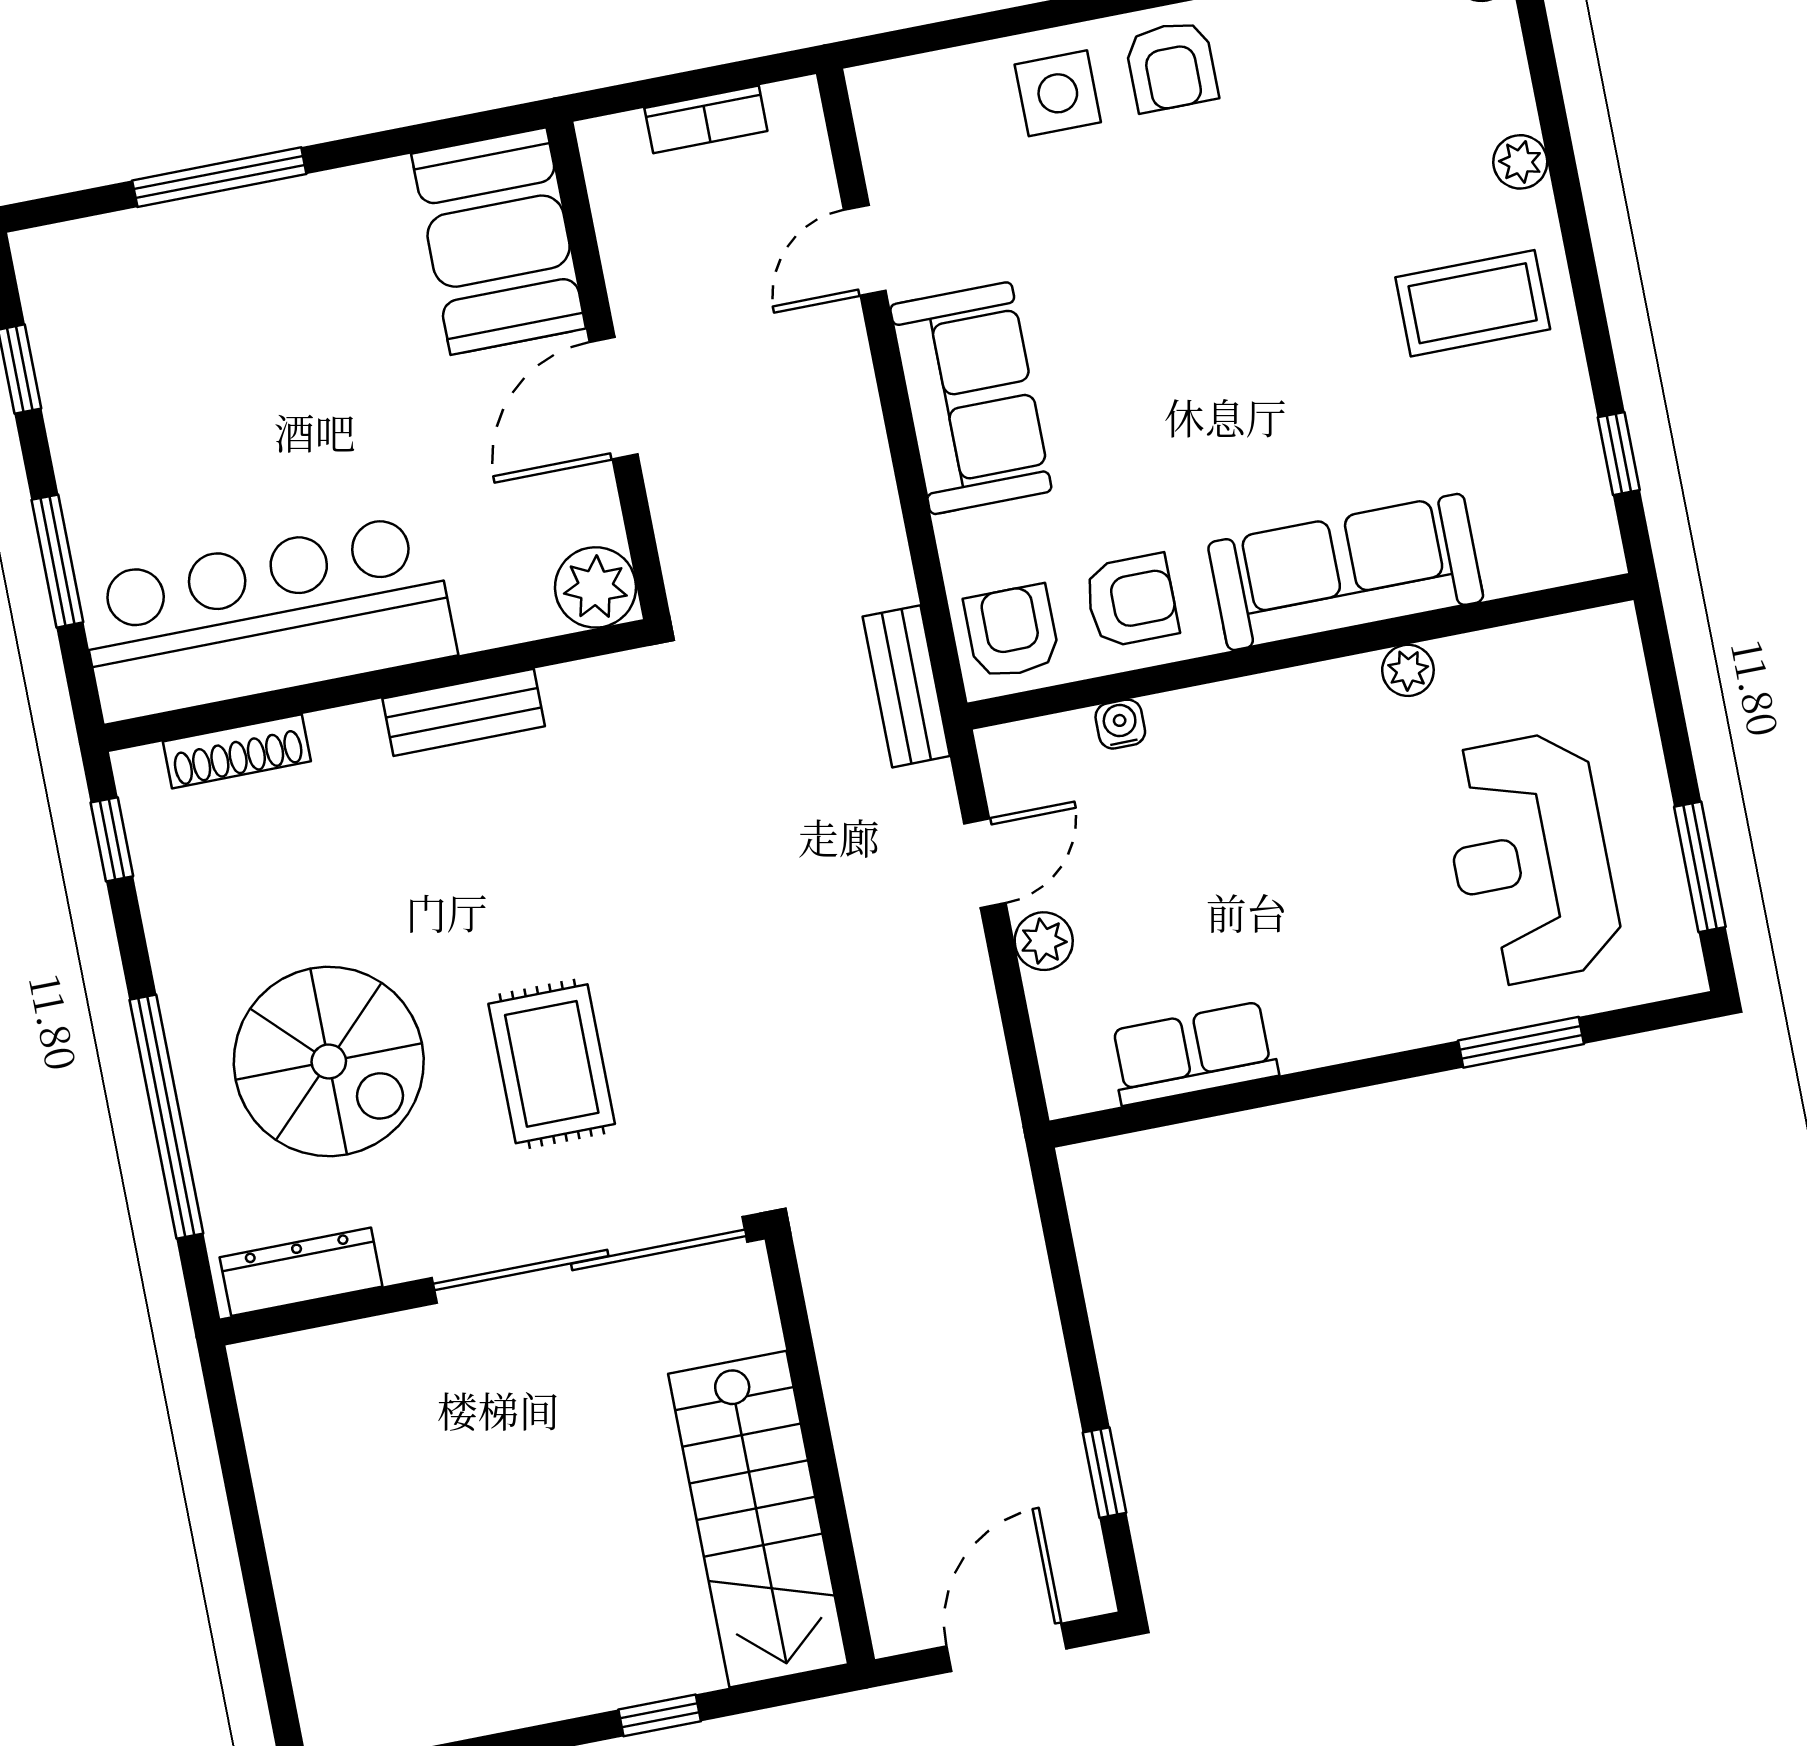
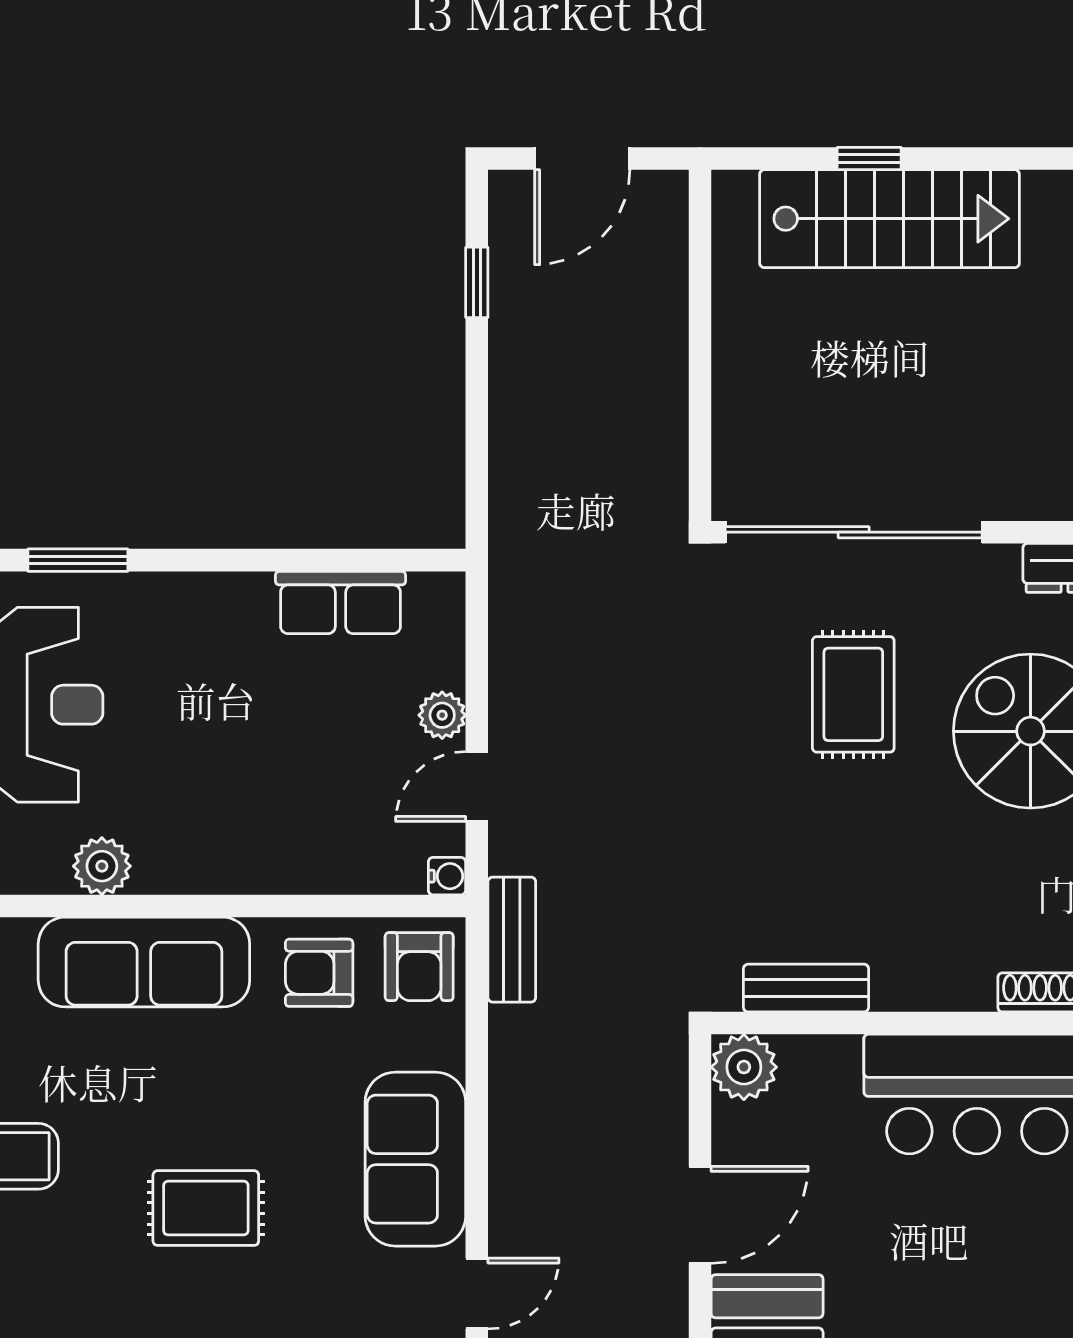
rug: (1212, 289) -> (206, 1208), added
plant: (1408, 670) -> (102, 866), width x1.38, depth x1.38
bench: (464, 712) -> (806, 988), moved
water cooler: (1120, 724) -> (447, 876), moved, turned -90
stairs: (758, 1519) -> (890, 219), moved, turned 90

